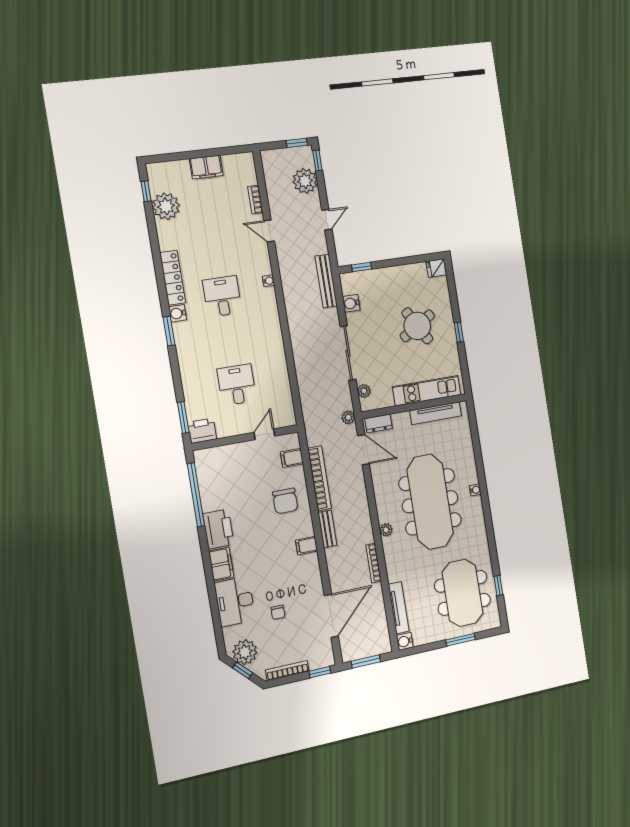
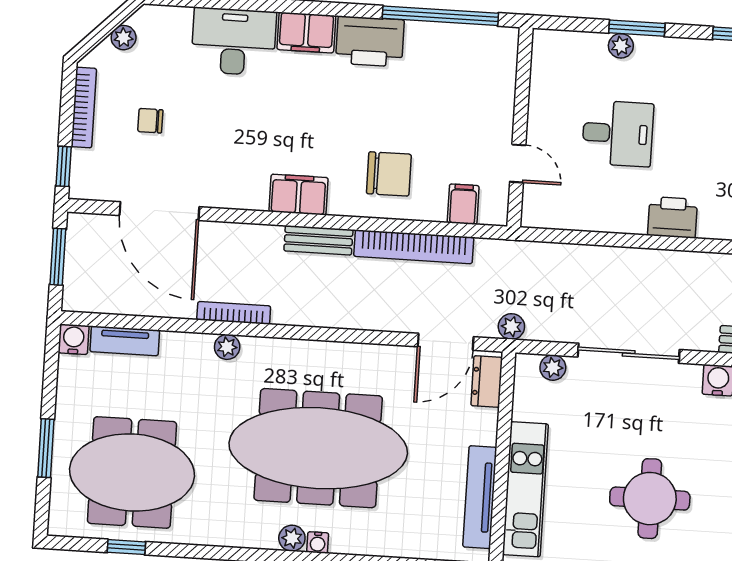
round table: (417, 326) -> (650, 499), turned 31
plant: (190, 394) -> (621, 46), added
window: (183, 418) -> (637, 28), moved
printer: (202, 431) -> (673, 217), moved, turned -90
chair: (285, 501) -> (389, 174), turned 180
plant: (476, 503) -> (292, 538), added
plant: (386, 530) -> (227, 347), moved
filing cabinet: (306, 546) -> (299, 195), width x2.00
tv unit: (399, 608) -> (125, 341), width x0.71
chair: (278, 612) -> (150, 121), moved
plant: (245, 652) -> (124, 38), width x0.53, depth x0.53
window: (243, 670) -> (107, 27), removed

